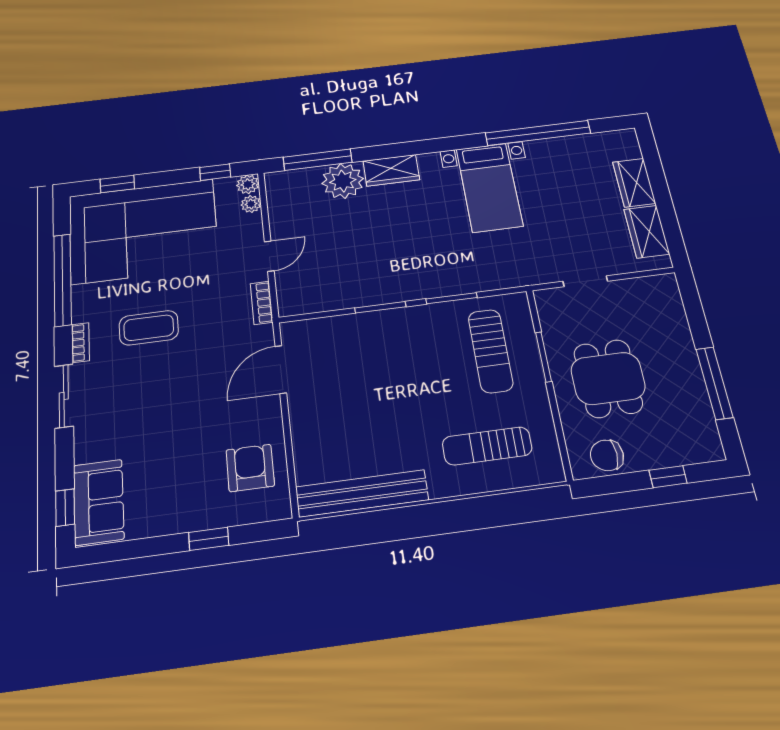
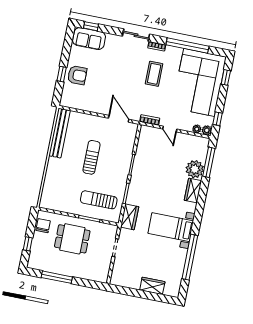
wardrobe: (647, 232) -> (130, 217), moved, turned 90
sun lounger: (487, 446) -> (92, 157), moved
armchair: (250, 468) -> (77, 75), moved

